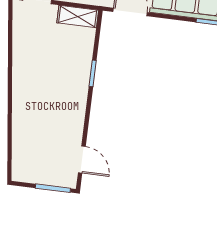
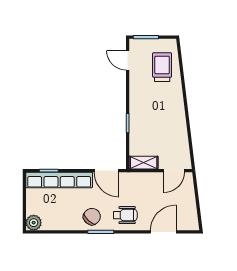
trolley: (36, 144) -> (162, 67), added

